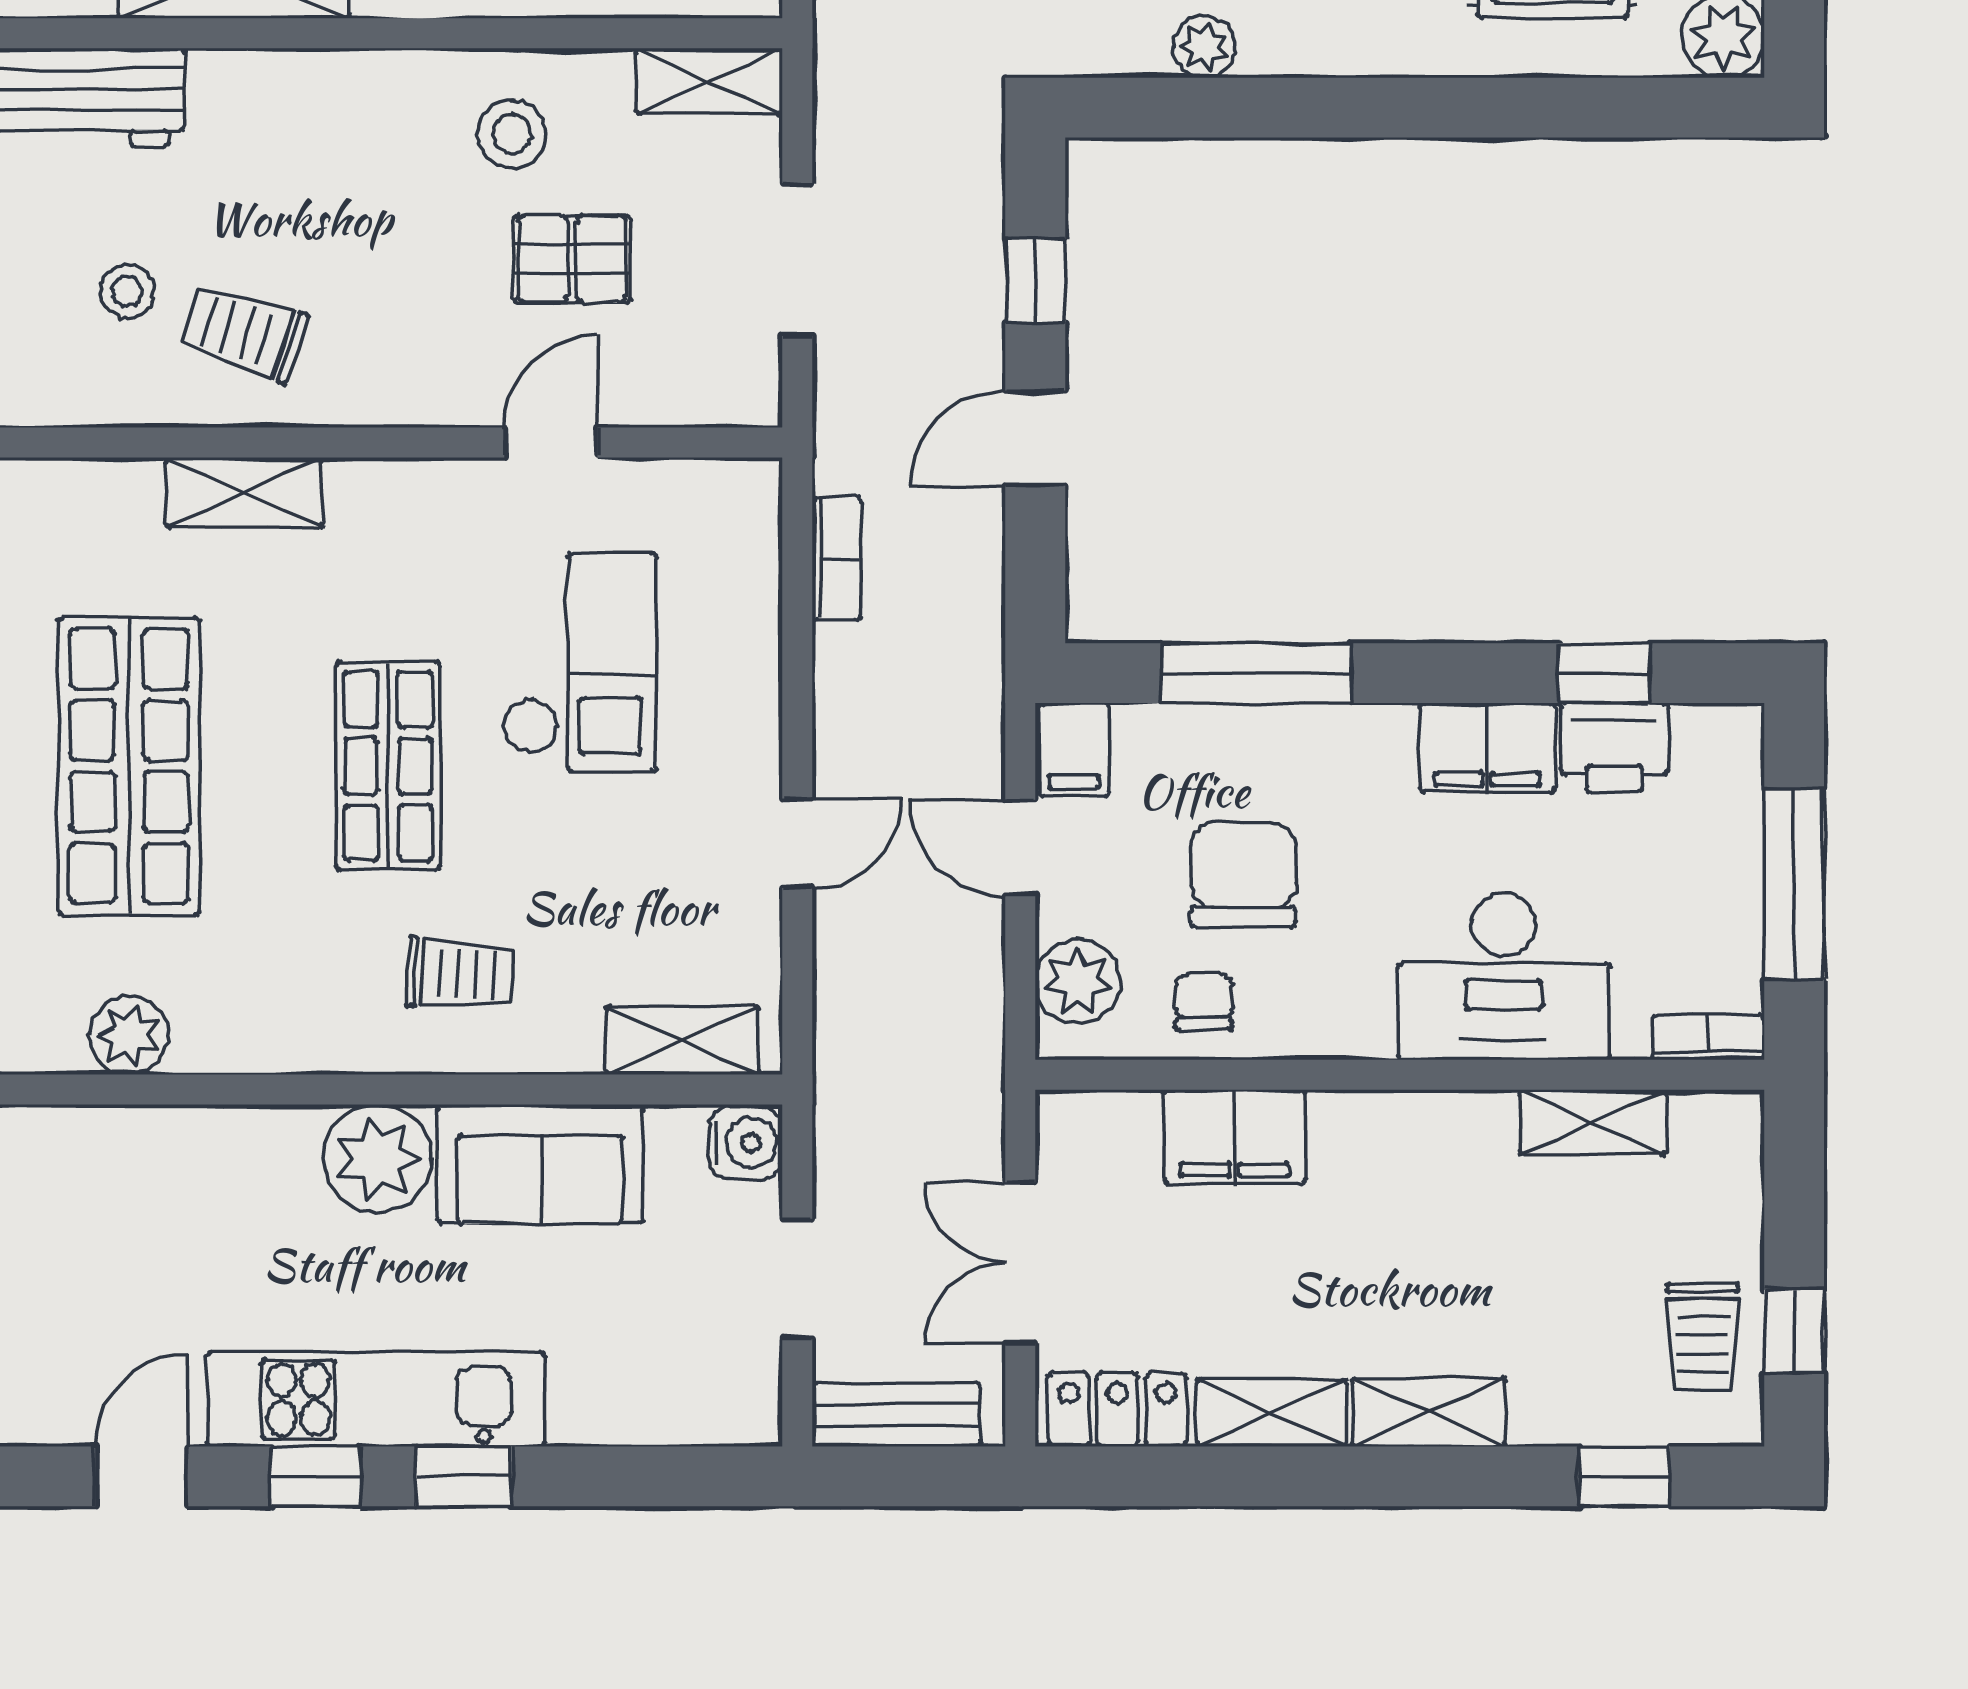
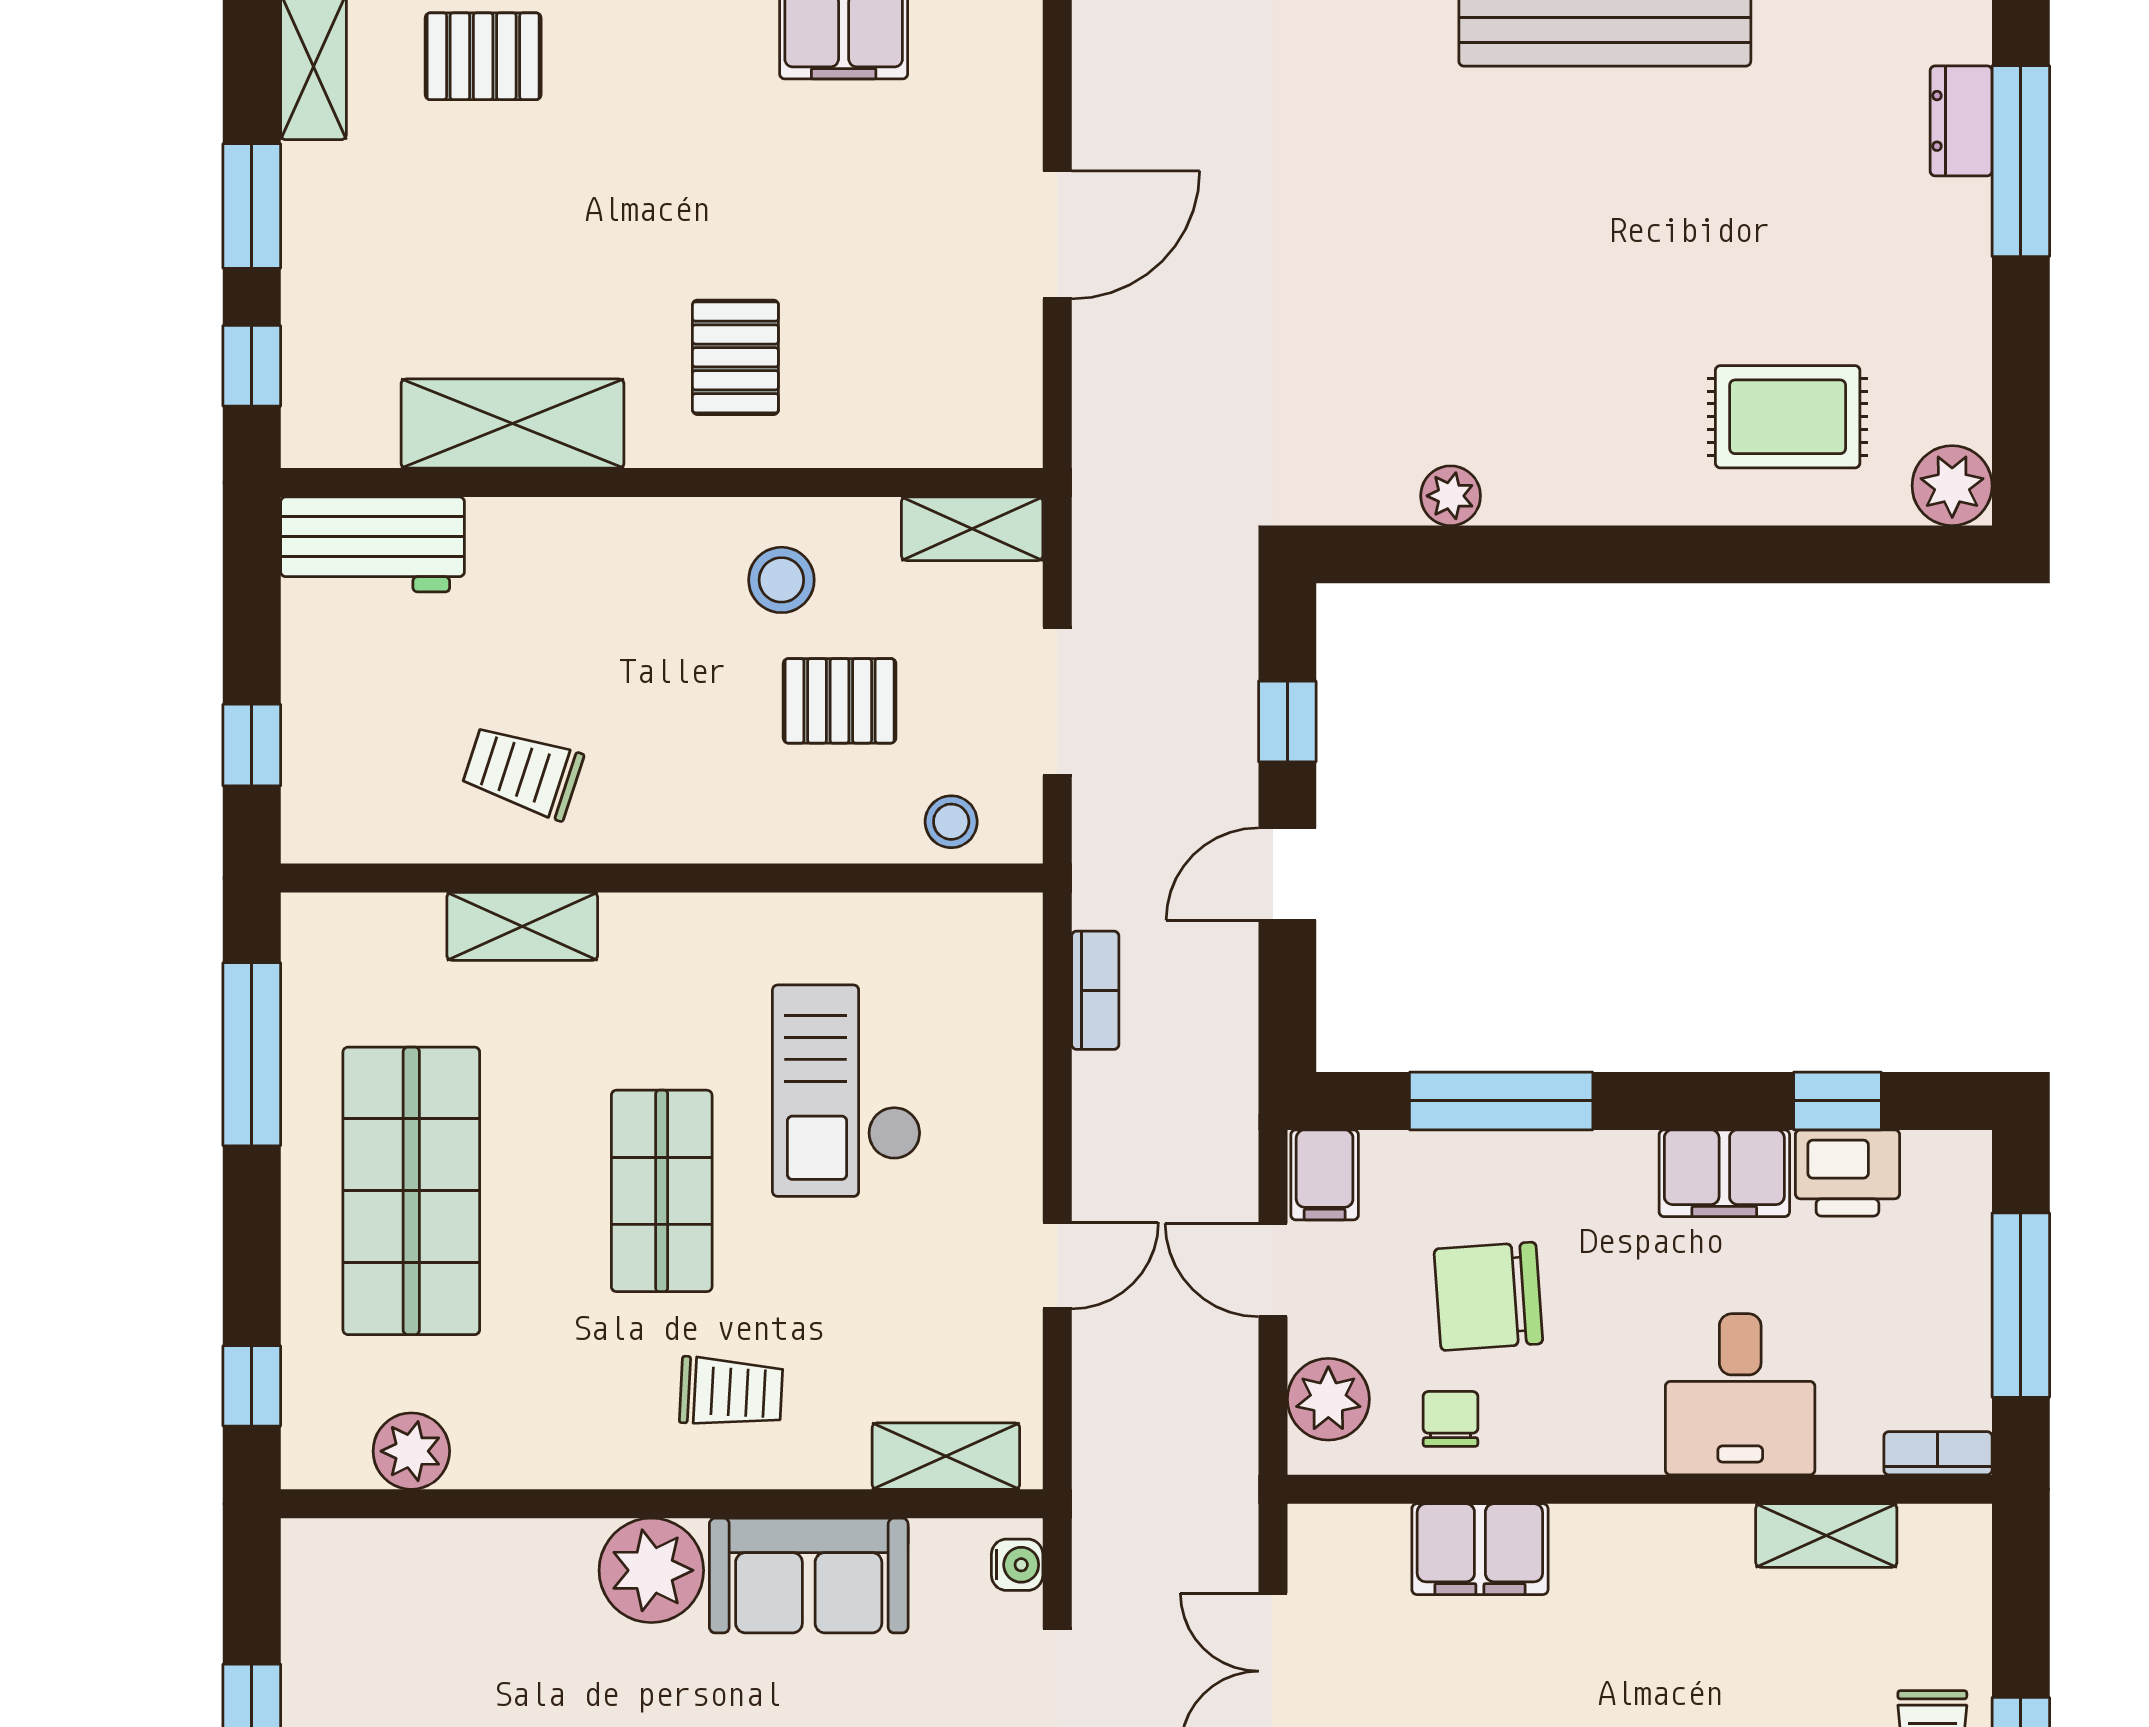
stool: (127, 291) -> (951, 822), moved
door: (551, 442) -> (819, 878), removed
checkout: (580, 662) -> (847, 1091), turned 180
chair: (1243, 875) -> (1488, 1296), turned -94
desk: (1504, 976) -> (1740, 1394), width x0.73
water cooler: (746, 1143) -> (1017, 1565), width x0.72, depth x0.72

